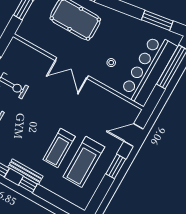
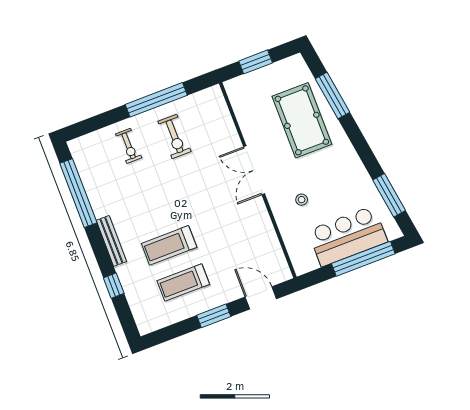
bar counter: (149, 70) -> (348, 236), width x0.73
treadmill: (84, 162) -> (183, 282), width x0.73, depth x0.73
window: (28, 184) -> (114, 286), moved

